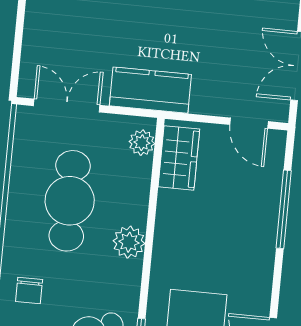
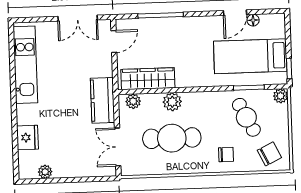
wardrobe: (179, 158) -> (148, 79), width x1.50
plant: (129, 242) -> (172, 102), moved

